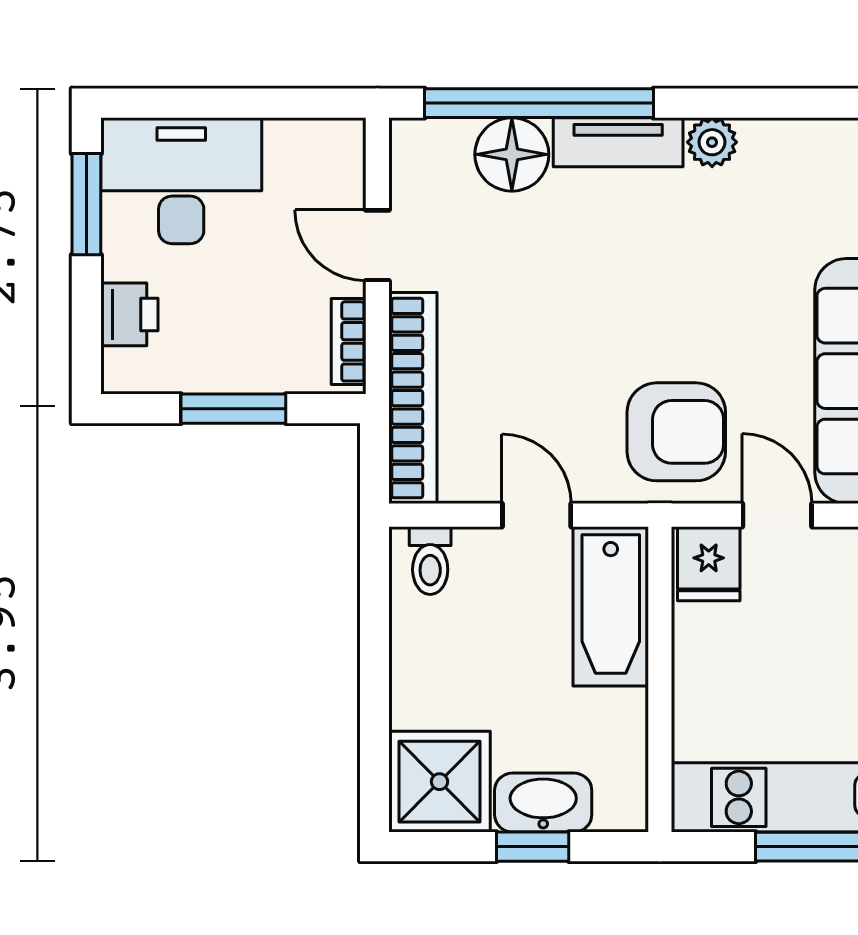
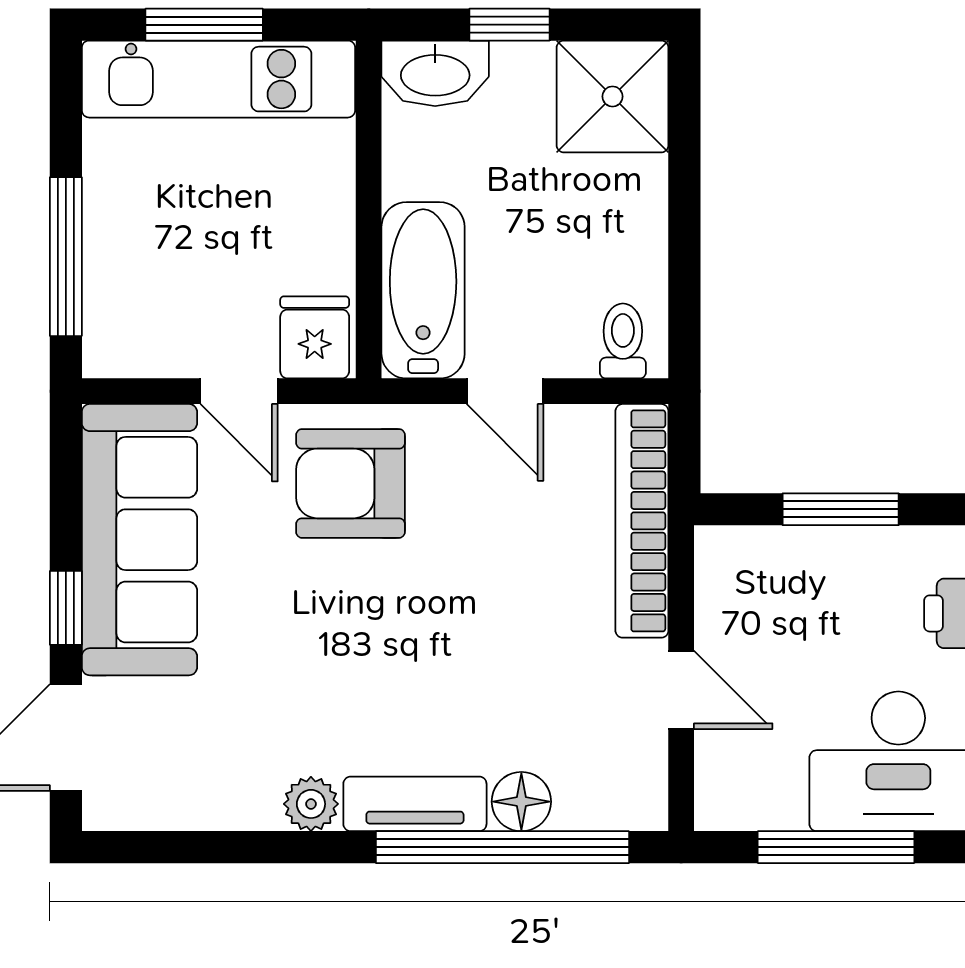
window: (238, 103) -> (836, 847), added
floor lamp: (512, 154) -> (521, 802), width x0.73, depth x0.73
bookcase: (349, 341) -> (713, 584), removed
washbasin: (543, 803) -> (435, 73), moved

